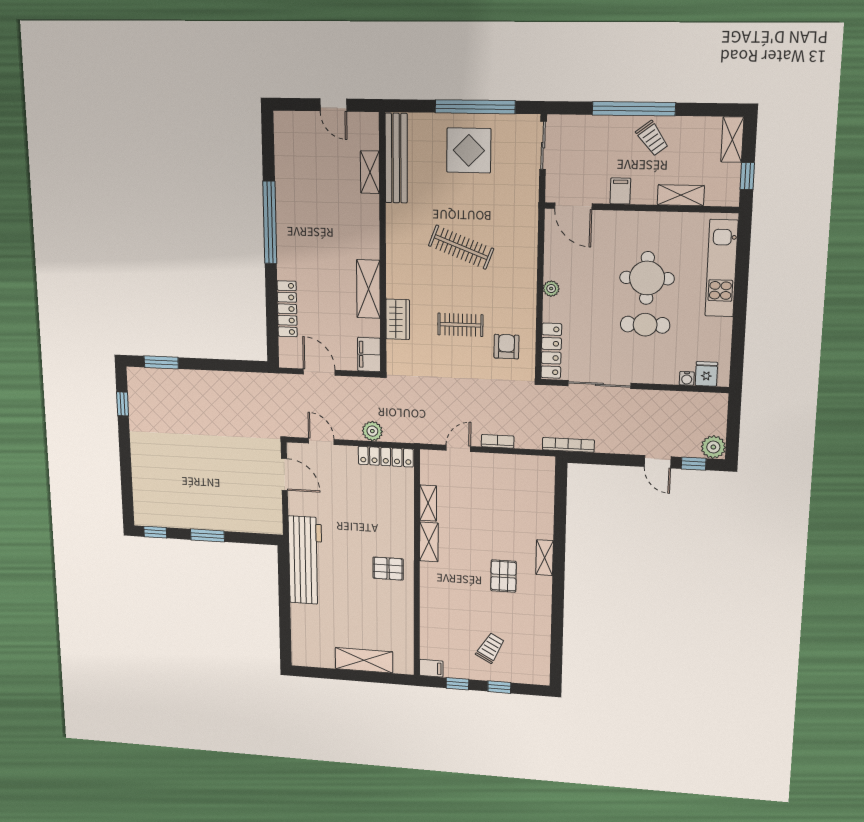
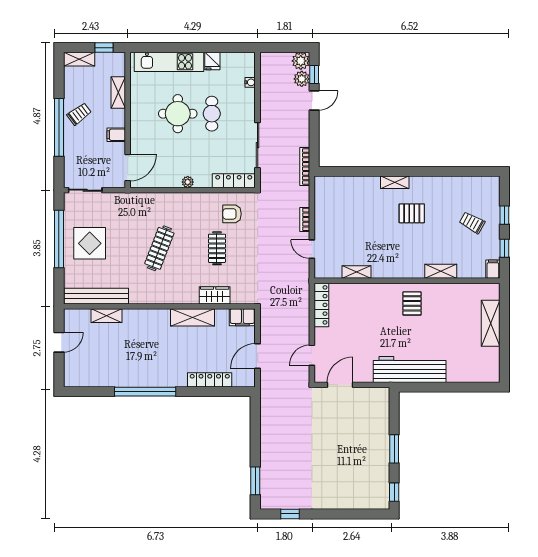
fridge: (706, 374) -> (212, 61), moved, turned -90
plant: (372, 431) -> (302, 79), moved
shelving: (429, 542) -> (441, 271), moved

